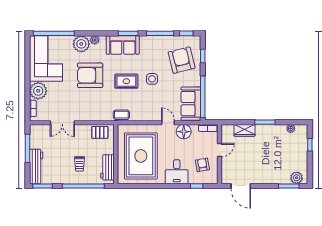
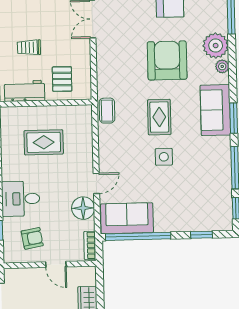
armchair: (182, 60) -> (194, 202), removed
pallet: (100, 132) -> (62, 79), moved
rug: (141, 156) -> (44, 142), width x0.54, depth x0.49

